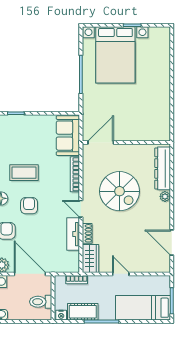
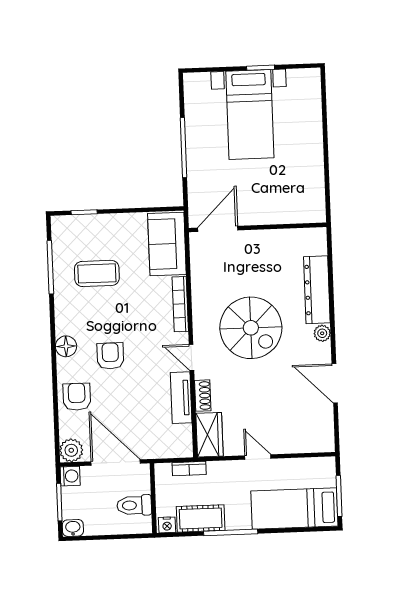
bed with nightstands: (115, 55) -> (250, 114), width x0.73
door: (101, 143) -> (218, 229), moved
wall: (126, 143) -> (258, 227), moved
coffee table: (24, 173) -> (97, 273), moved
door: (172, 243) -> (335, 383), moved

